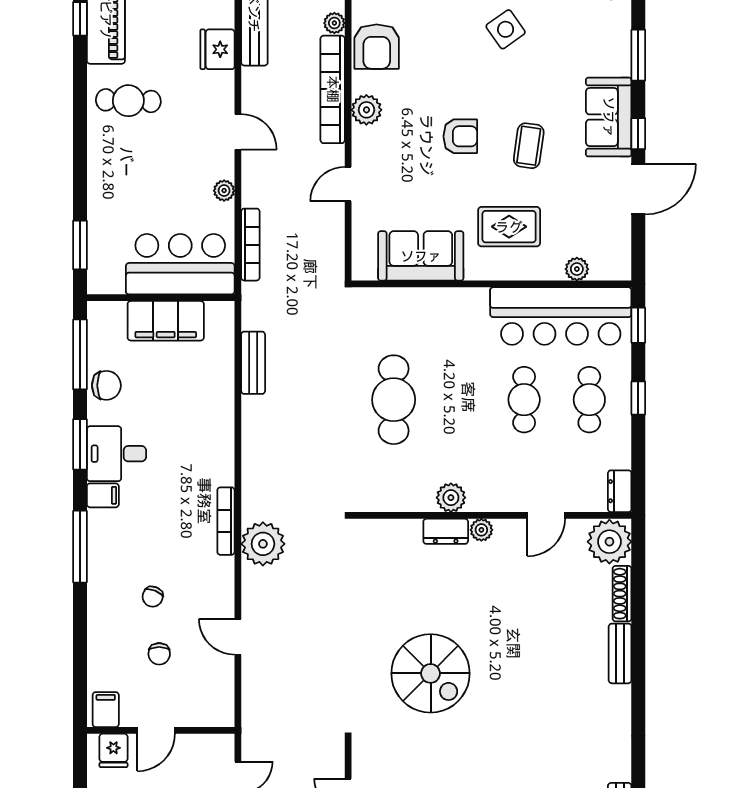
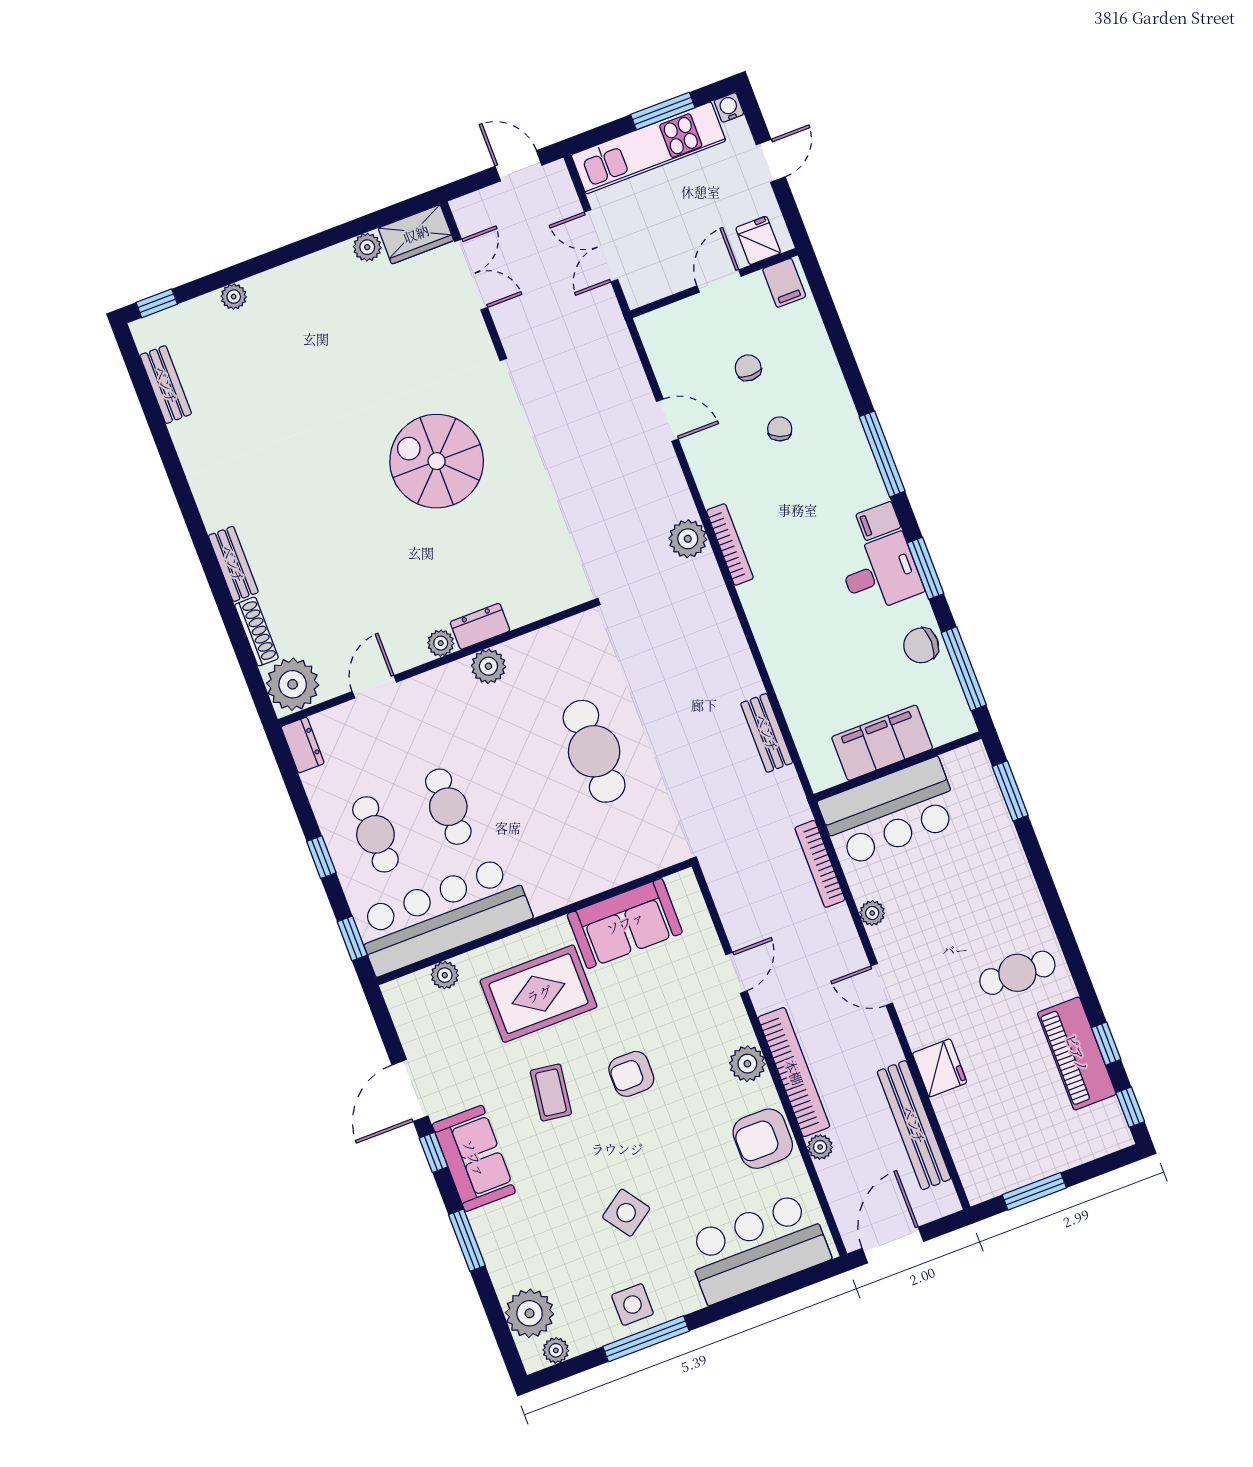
armchair: (377, 47) -> (763, 1139), turned -90
rug: (509, 227) -> (539, 994), width x1.36, depth x1.43
plant: (263, 544) -> (688, 539), width x0.73, depth x0.73

